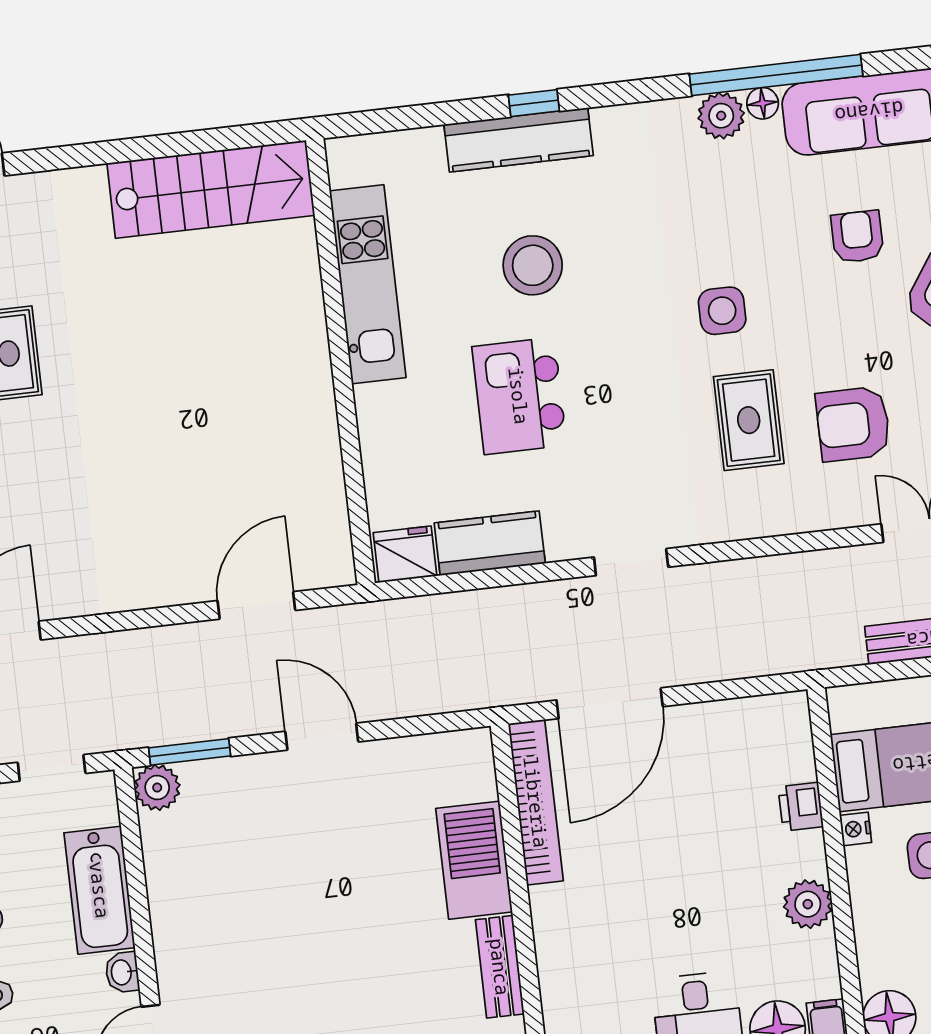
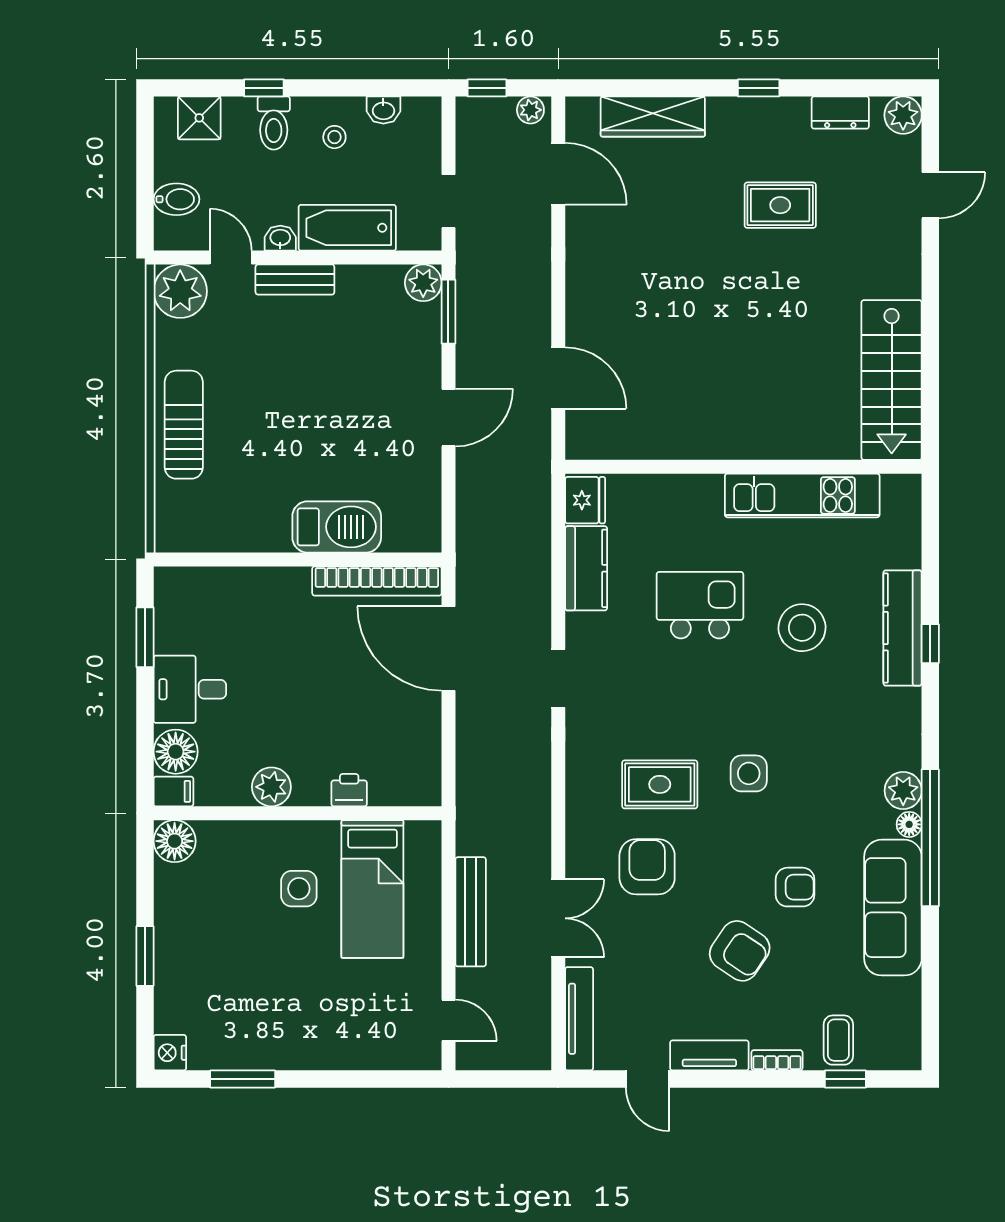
nightstand: (856, 829) -> (327, 832), removed
bench: (500, 967) -> (295, 280), moved

